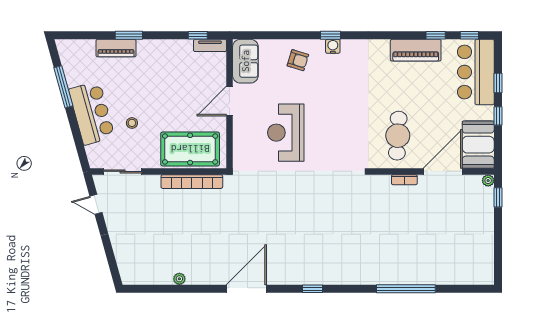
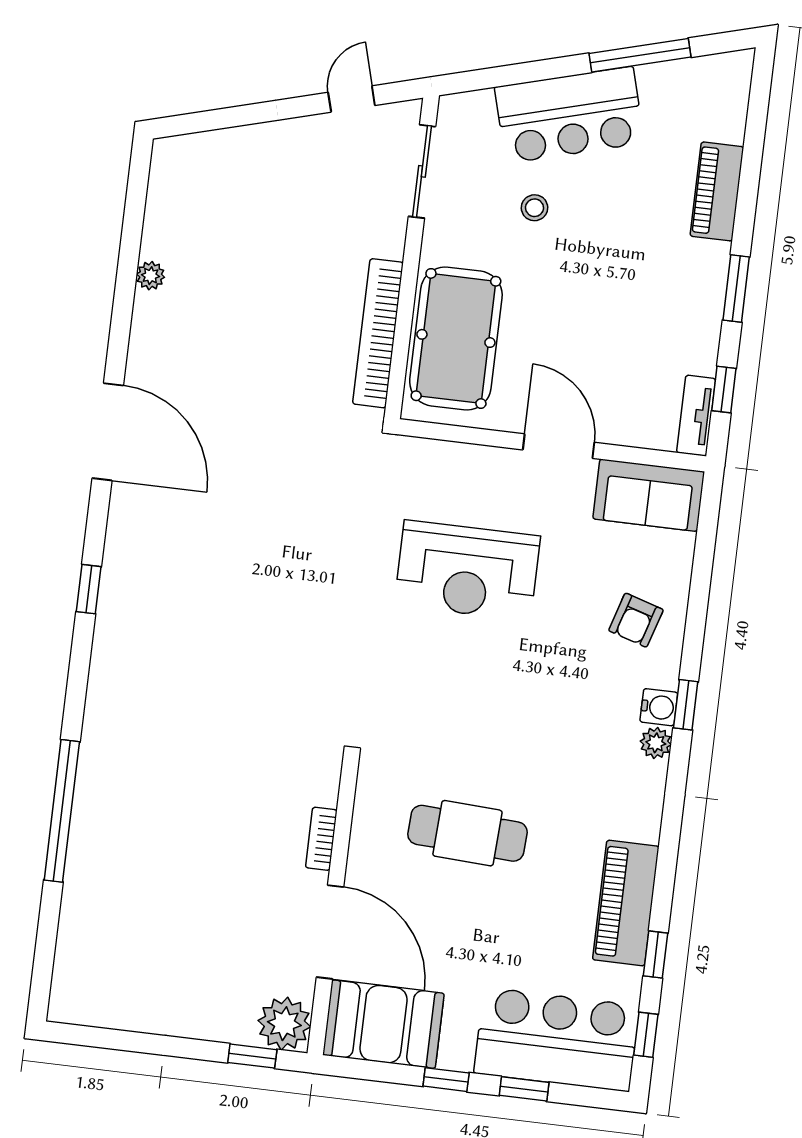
window: (129, 35) -> (736, 289), moved
plant: (348, 46) -> (656, 743), added
reception desk: (286, 133) -> (467, 570), turned 180
cafe table: (398, 136) -> (467, 833), moved
plant: (488, 181) -> (284, 1024), width x1.87, depth x1.87

